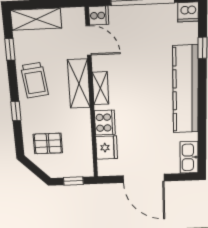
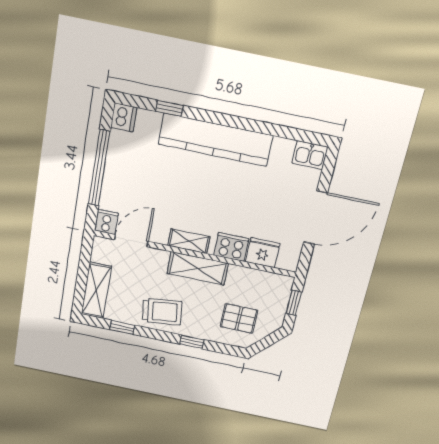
shelving: (79, 84) -> (198, 268), moved
pallet: (48, 143) -> (239, 318), turned 90
kitchen sink: (189, 157) -> (310, 155), width x0.73

